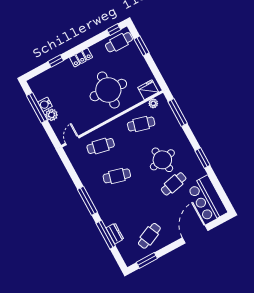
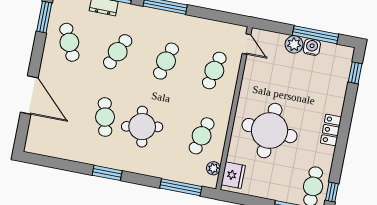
window: (56, 61) -> (355, 73), moved
bar counter: (207, 199) -> (57, 141), removed
cafe table: (133, 206) -> (118, 52), added

